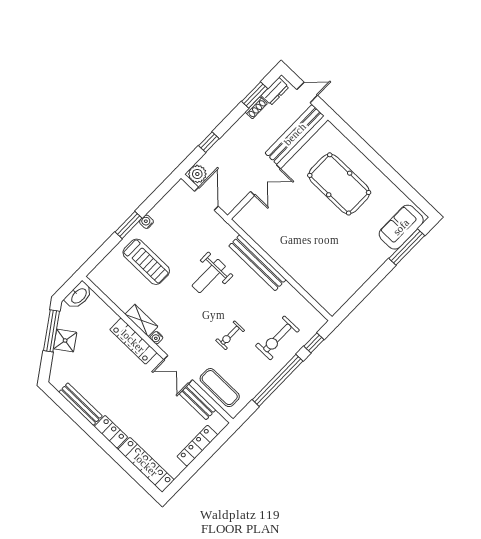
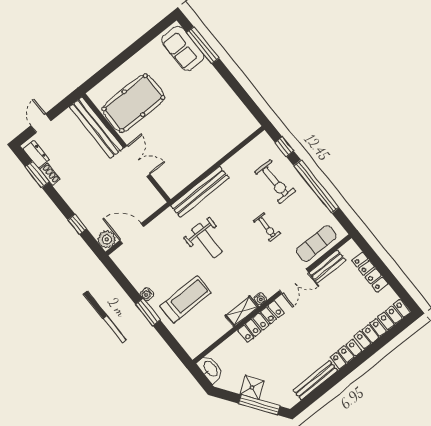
bench: (295, 134) -> (96, 128), moved
wall: (278, 168) -> (126, 148), moved
double door: (266, 180) -> (137, 161), moved
window: (51, 331) -> (259, 405), moved

